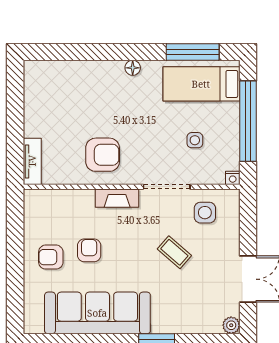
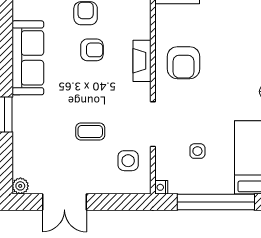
fireplace: (117, 198) -> (142, 61), moved
coffee table: (174, 252) -> (90, 132), turned 49
sofa: (97, 313) -> (28, 58), width x0.74, depth x0.79

